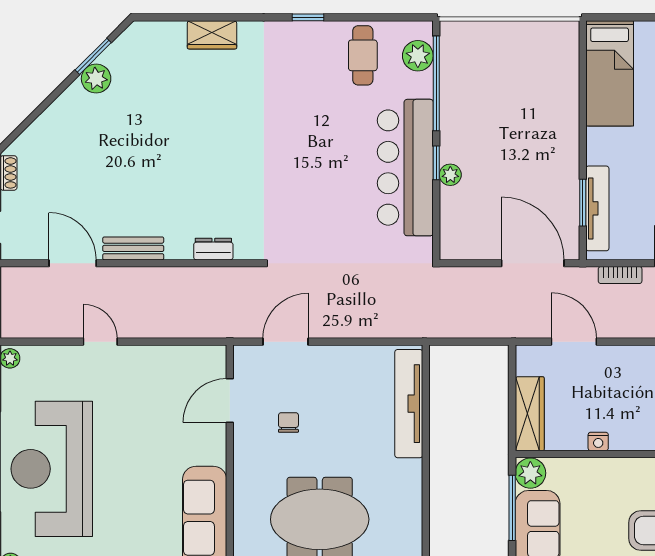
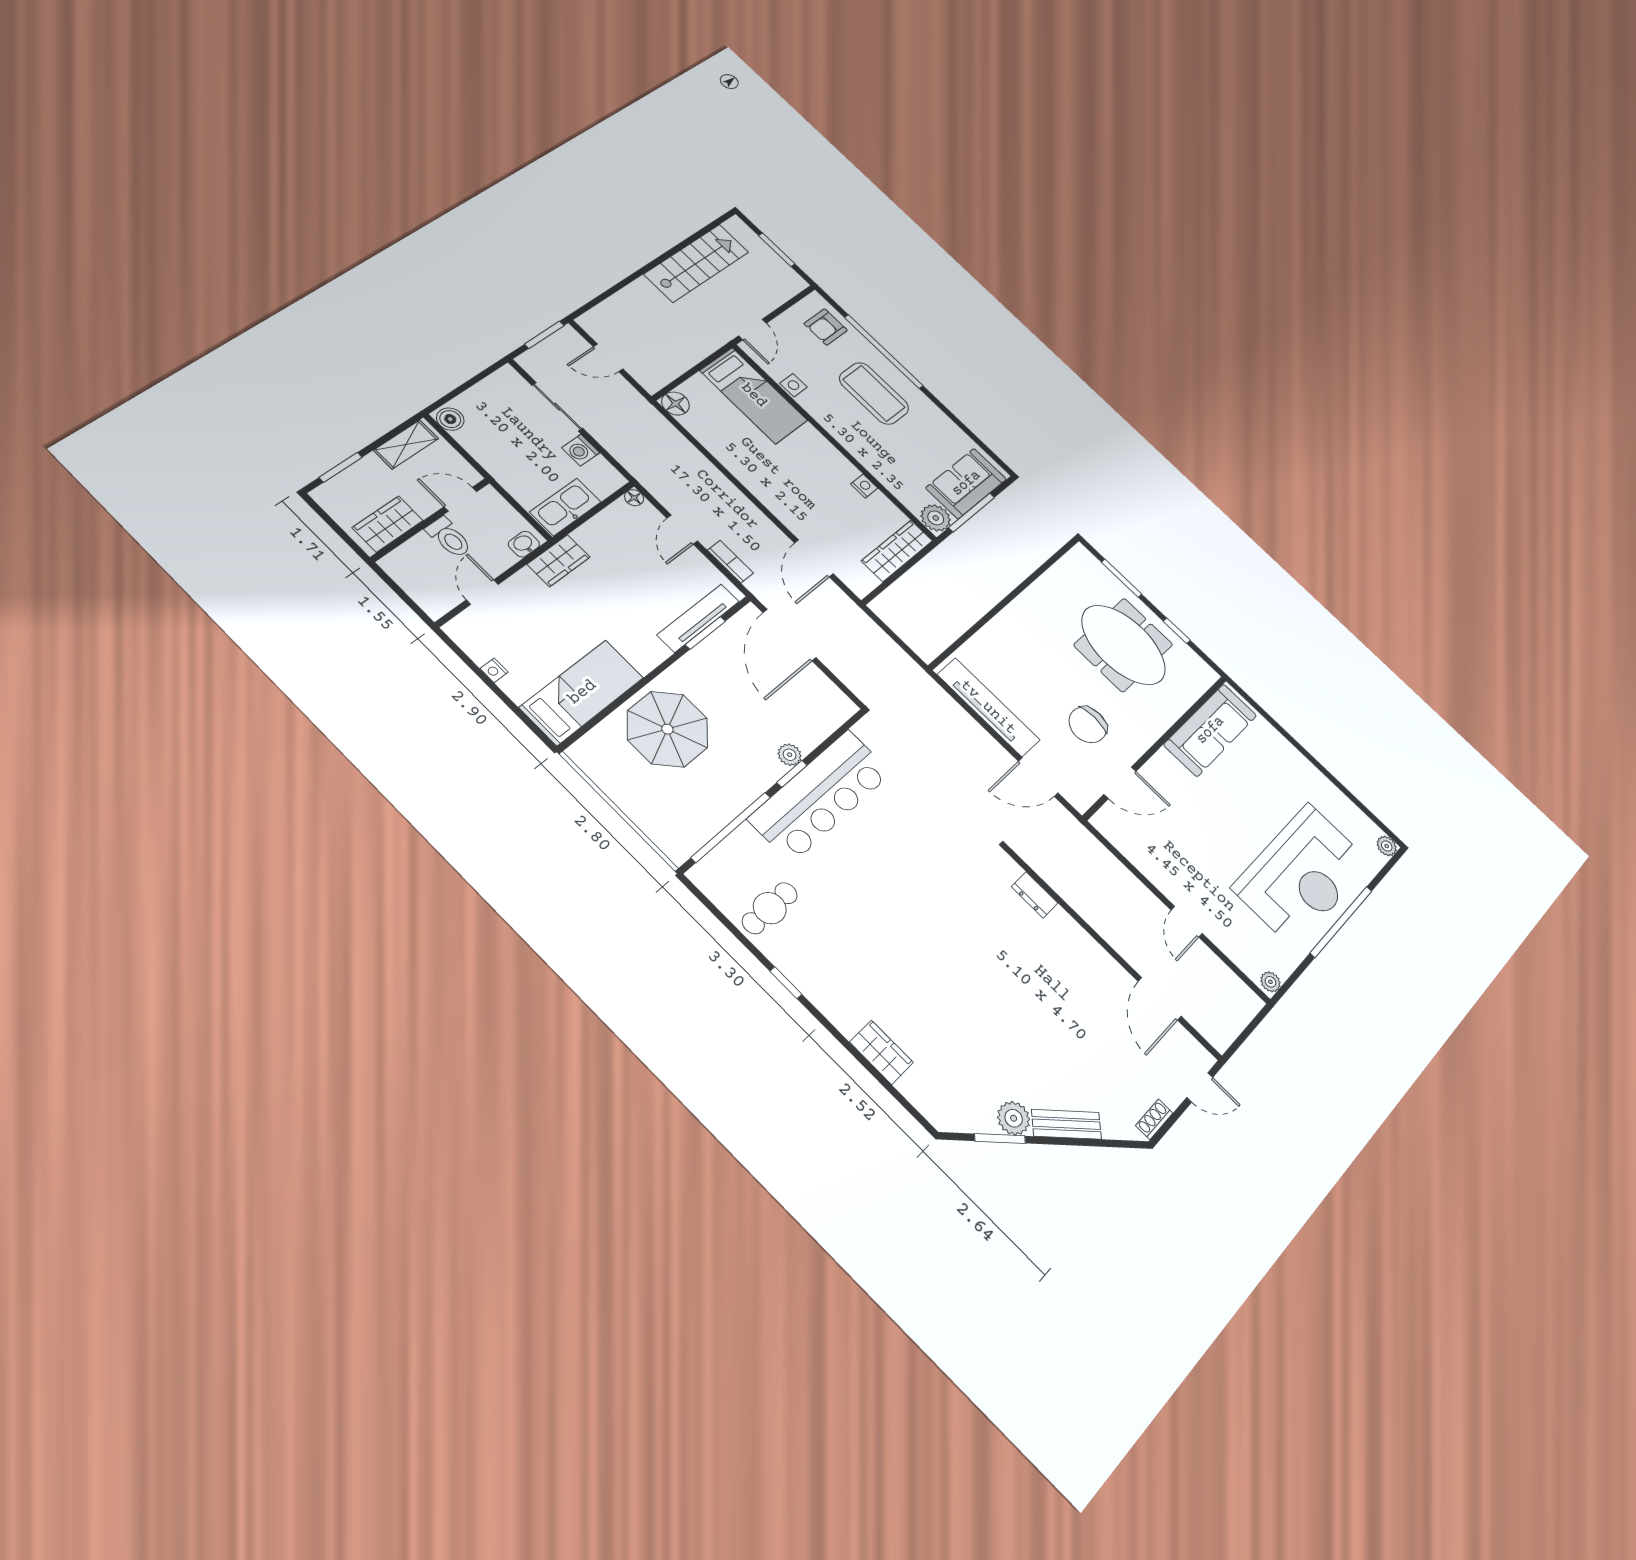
plant: (418, 56) -> (724, 862), removed
parasol: (537, 107) -> (667, 729), added
bench: (133, 248) -> (1066, 1124), moved, turned -45
tv unit: (409, 404) -> (988, 707), moved, turned -90
chair: (288, 422) -> (1088, 725), width x1.87, depth x1.87

